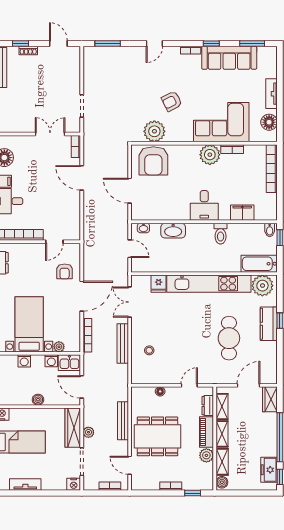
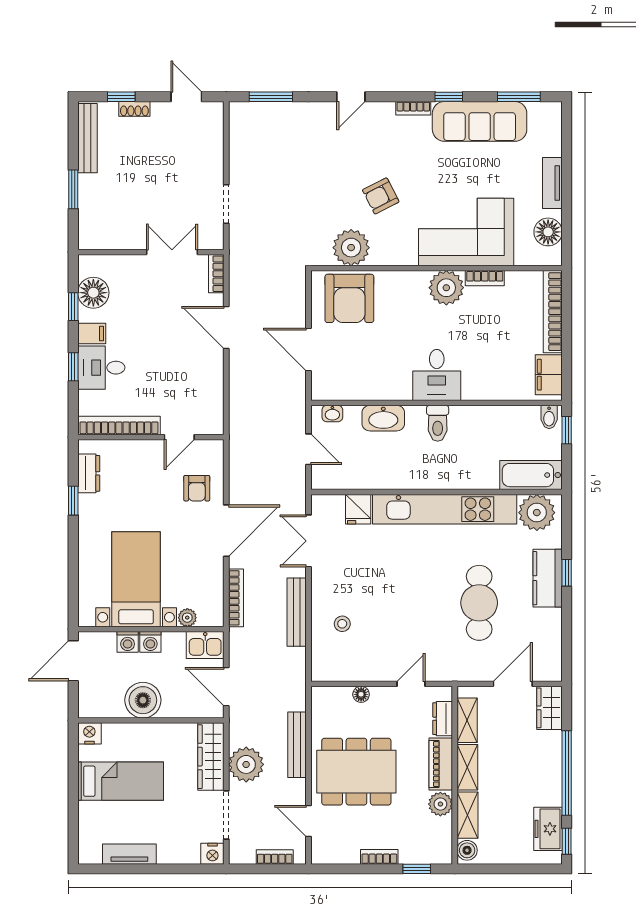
filing cabinet: (242, 213) -> (549, 375), moved, turned -90
toilet: (221, 234) -> (438, 423), moved
washing machine: (51, 361) -> (150, 642), moved
boiler: (38, 400) -> (143, 700), width x1.86, depth x1.86
plant: (88, 432) -> (246, 764), width x1.87, depth x1.87

